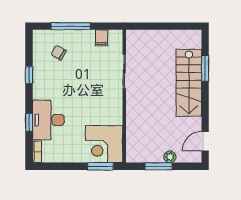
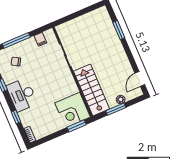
stairs: (189, 83) -> (92, 90), moved, turned 180
desk: (48, 120) -> (22, 95), moved

